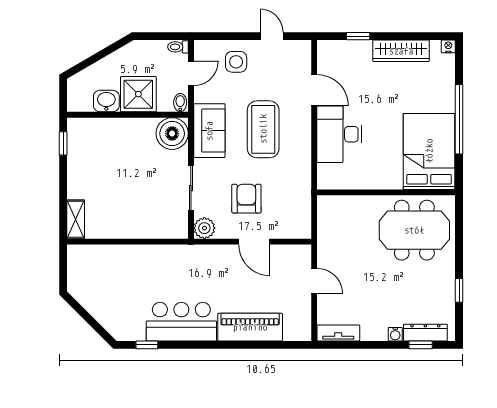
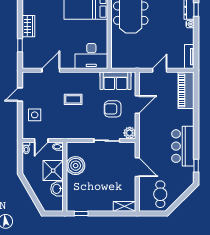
wardrobe: (401, 51) -> (28, 26), width x0.67
door: (191, 73) -> (41, 141), swing flipped
coffee table: (263, 129) -> (73, 99), width x0.54, depth x0.58
sofa: (209, 131) -> (115, 81), moved, turned 180
boiler: (172, 134) -> (76, 166), moved
desk: (339, 134) -> (91, 56), moved
door: (144, 242) -> (137, 167), added
cafe table: (97, 282) -> (160, 194), added
piano: (250, 327) -> (186, 90), moved

